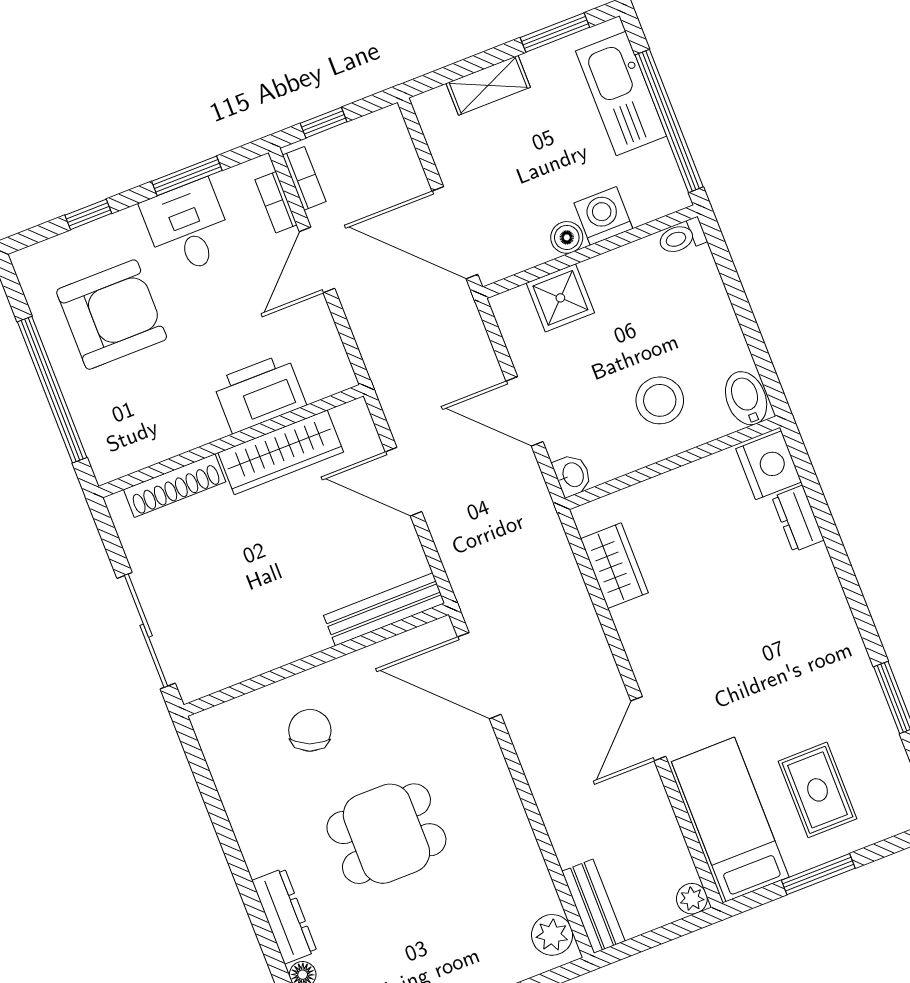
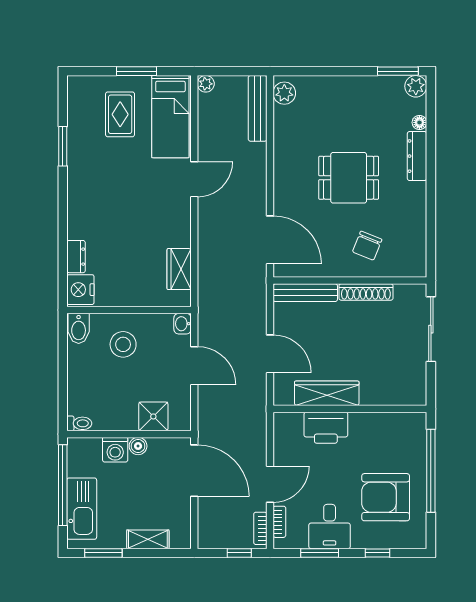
shoe rack: (175, 486) -> (366, 292), moved, turned 180
bench: (593, 906) -> (258, 108), width x1.36

